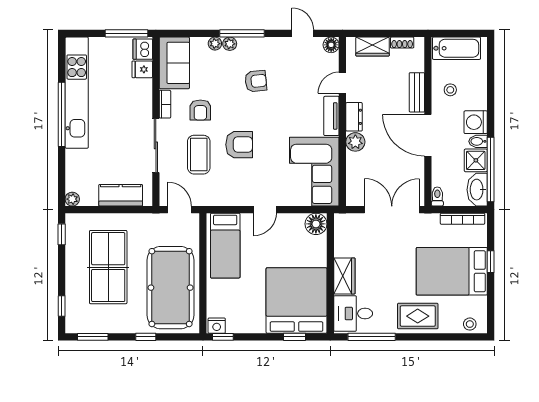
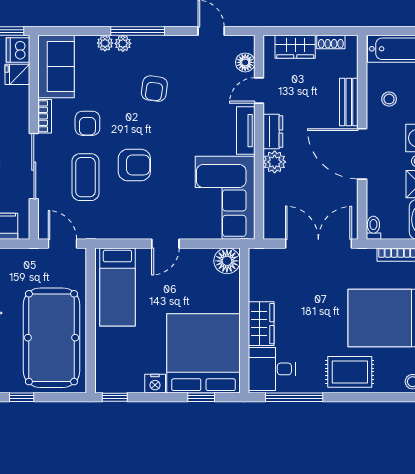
floor lamp: (331, 45) -> (245, 62), moved
armchair: (256, 81) -> (154, 89), turned 104
nightstand: (217, 326) -> (155, 384), moved

